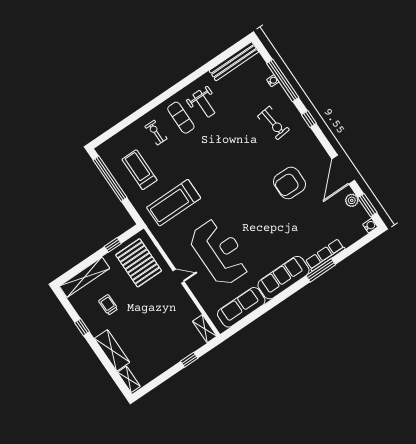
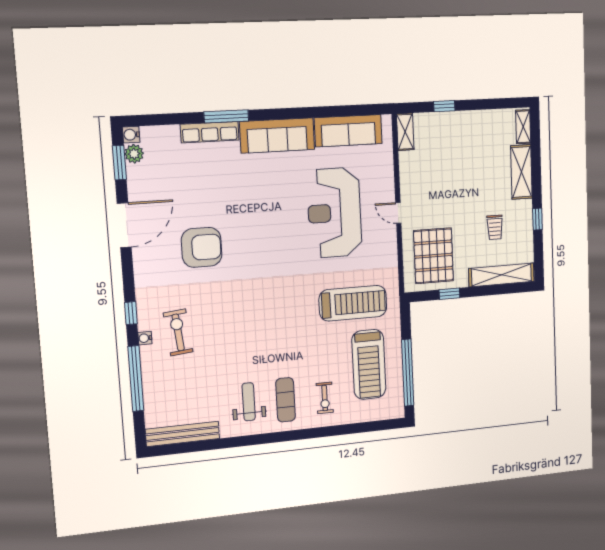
water cooler: (273, 81) -> (145, 338), moved
treadmill: (140, 170) -> (369, 364), width x1.37, depth x1.38
plant: (352, 200) -> (134, 154), moved

